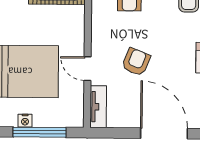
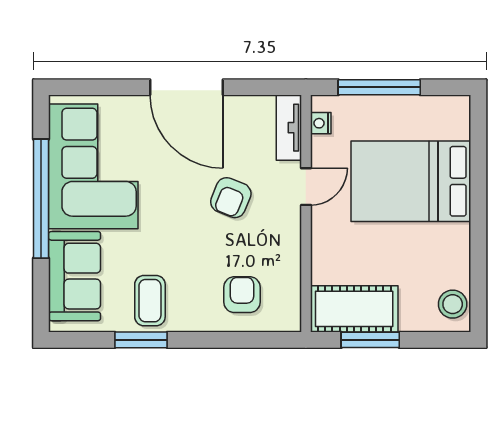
door: (88, 69) -> (306, 187), hinge flipped
nightstand: (25, 121) -> (321, 123), moved, turned -90

